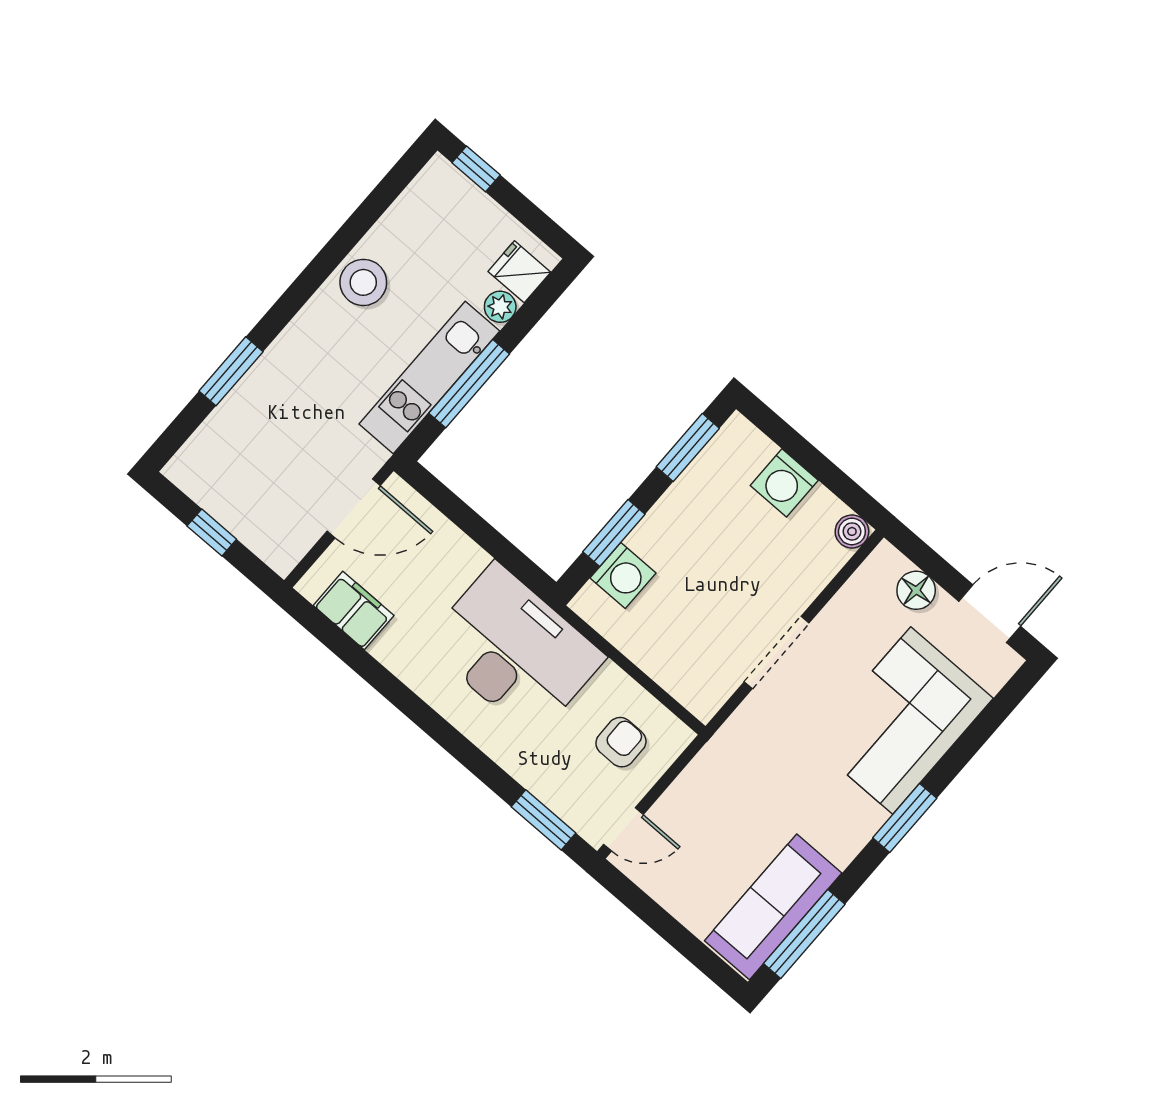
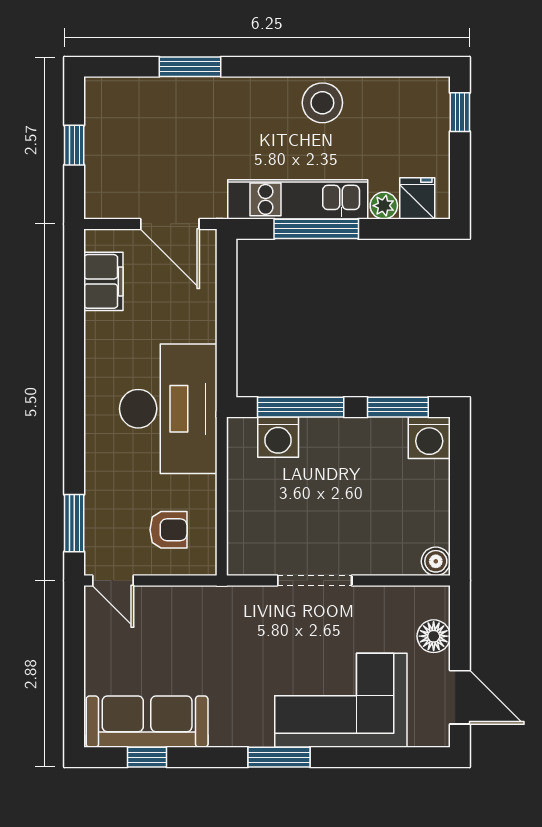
washing machine: (784, 483) -> (429, 438), moved, turned -90
window: (614, 533) -> (301, 407), width x1.44
window: (804, 934) -> (147, 757), width x0.46

